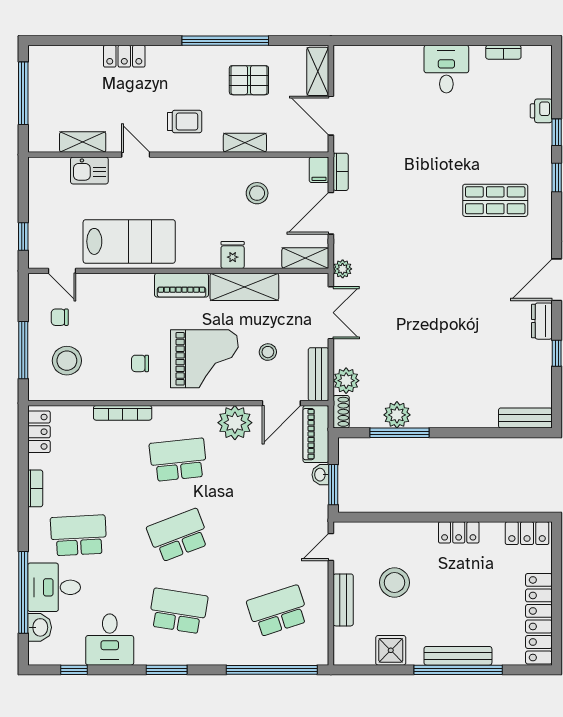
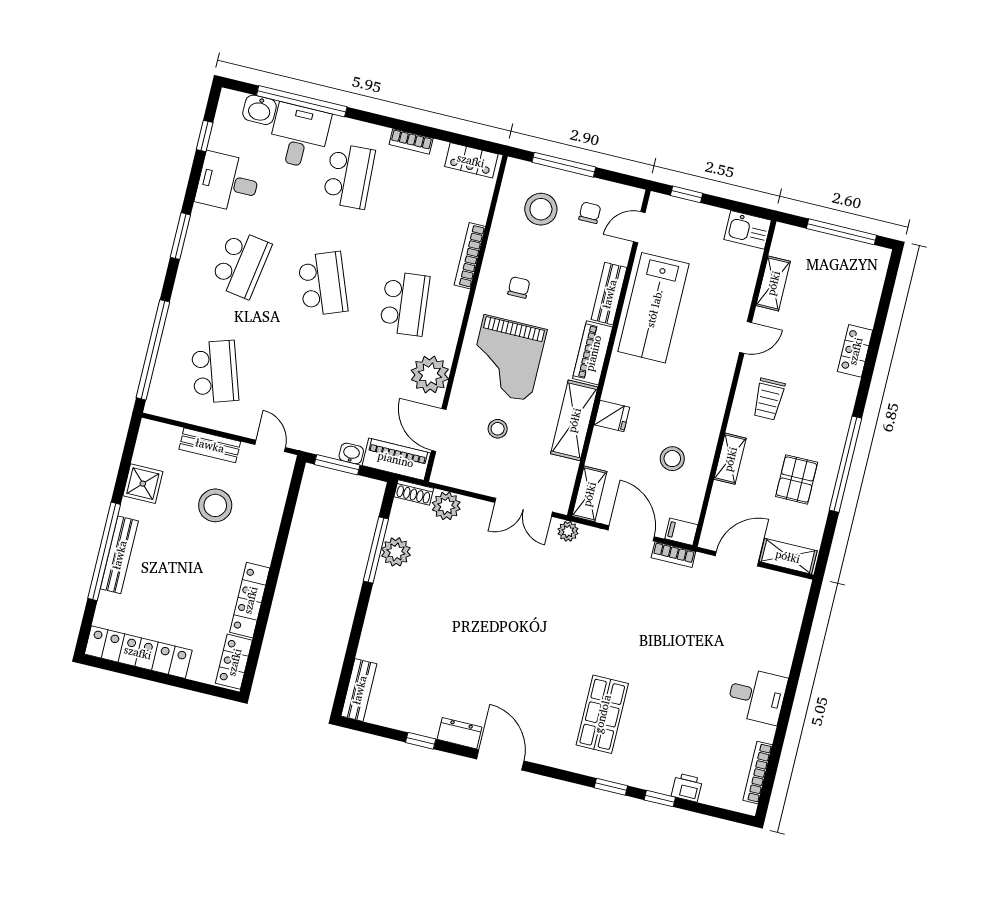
bookcase: (503, 52) -> (758, 773), width x1.56
kitchen sink: (89, 170) -> (748, 230), moved, turned -90
bench: (319, 374) -> (609, 294), moved, turned 90
locker: (459, 532) -> (250, 600), width x1.53

